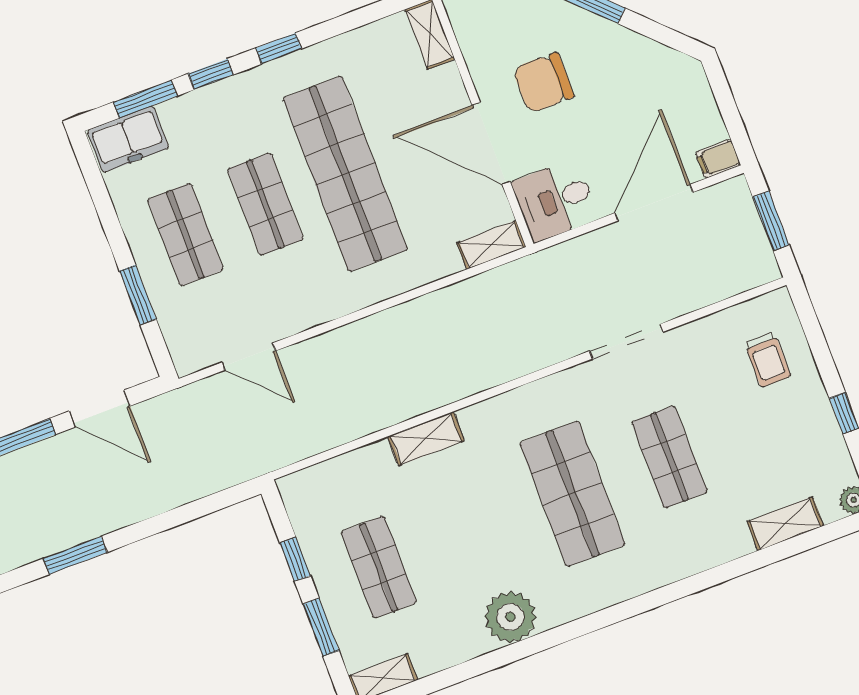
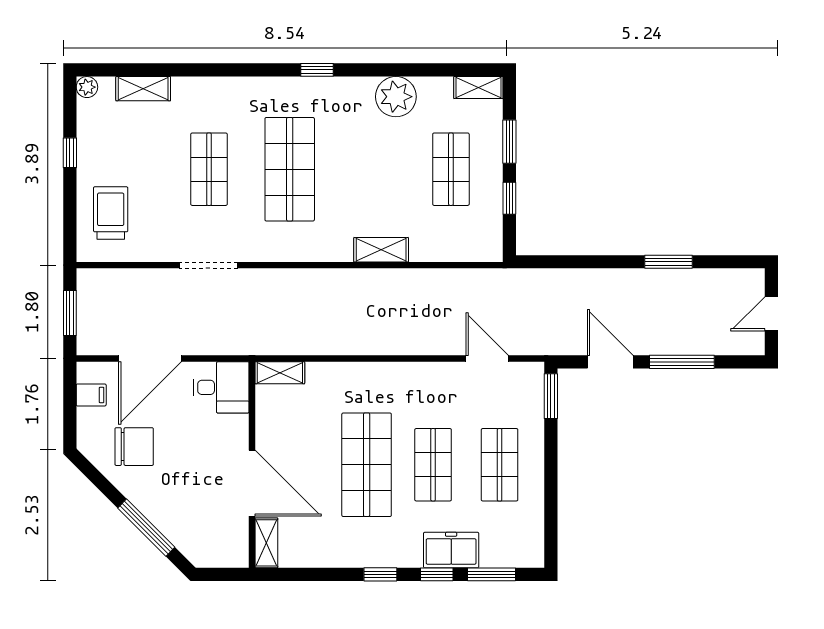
chair: (543, 83) -> (134, 447), moved
freezer: (128, 139) -> (451, 550), moved
door: (491, 143) -> (252, 483), moved
filing cabinet: (718, 159) -> (91, 395), moved
shop shelf: (345, 174) -> (367, 465), width x0.71
window: (138, 295) -> (551, 396), moved
trolley: (768, 359) -> (111, 213), width x1.36, depth x1.39
plant: (510, 617) -> (396, 97), moved
window: (585, 625) -> (317, 70), added

